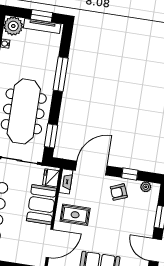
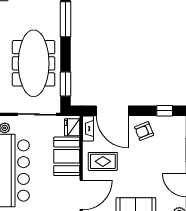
door: (91, 168) -> (112, 111), swing flipped
window: (130, 174) -> (165, 111), moved
plant: (146, 187) -> (171, 121), removed

